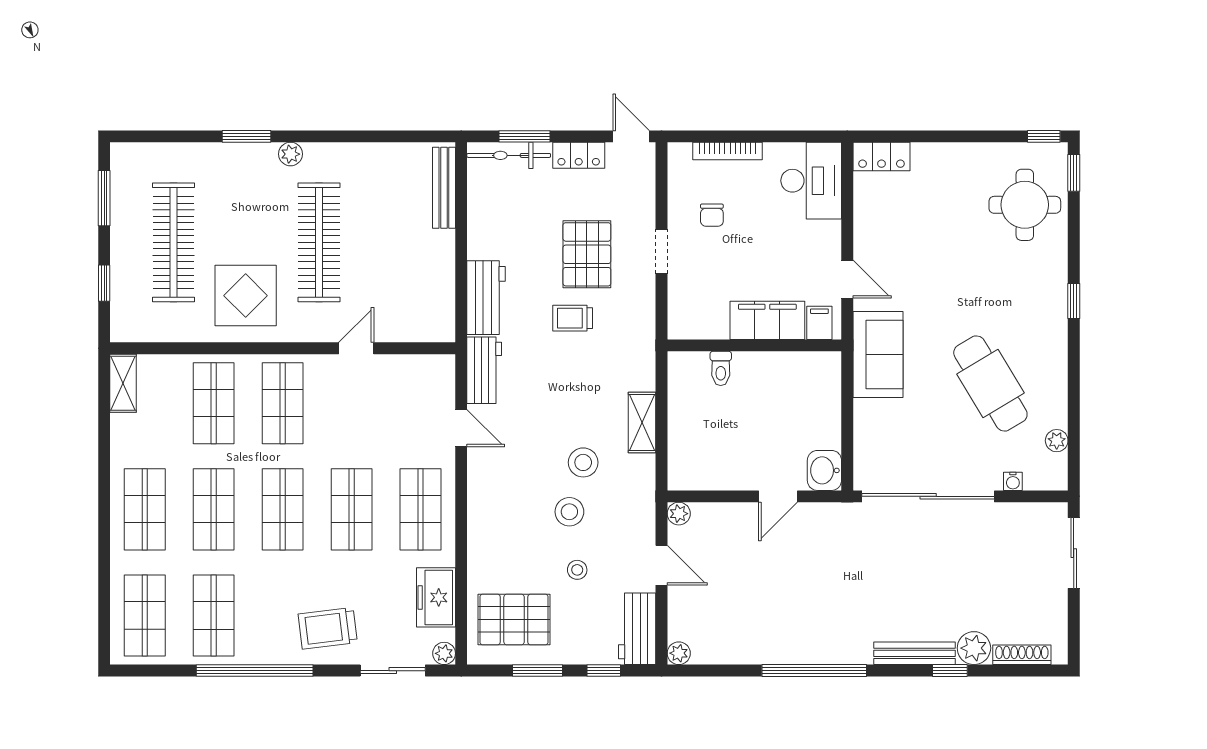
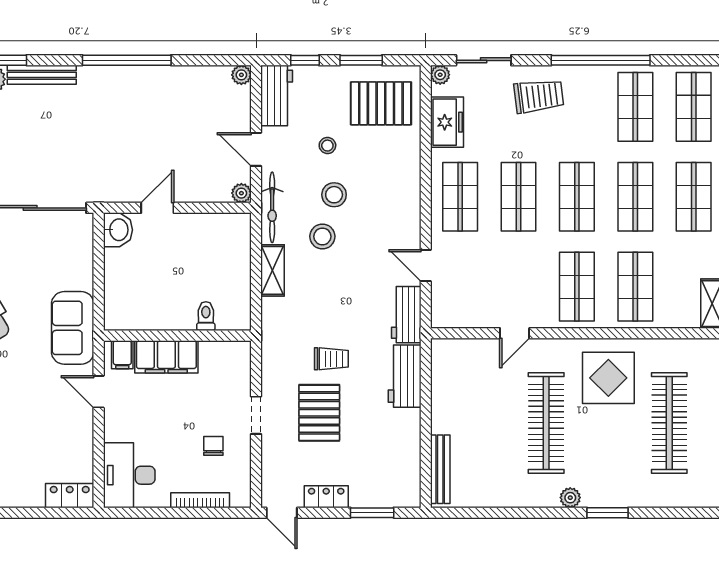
bicycle: (509, 155) -> (272, 207), moved, turned 90

